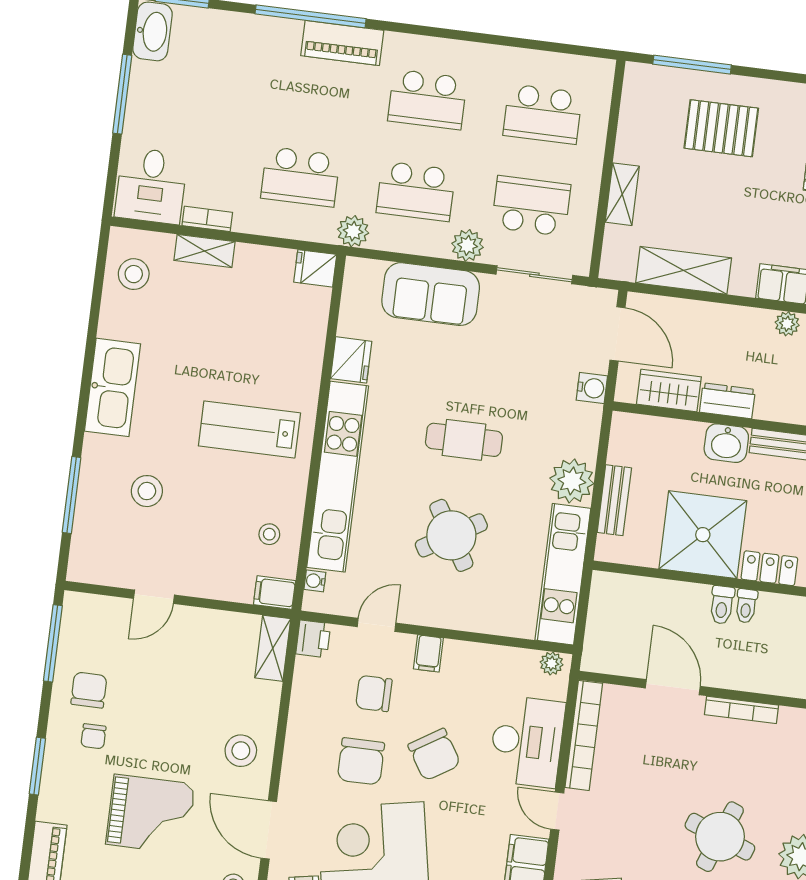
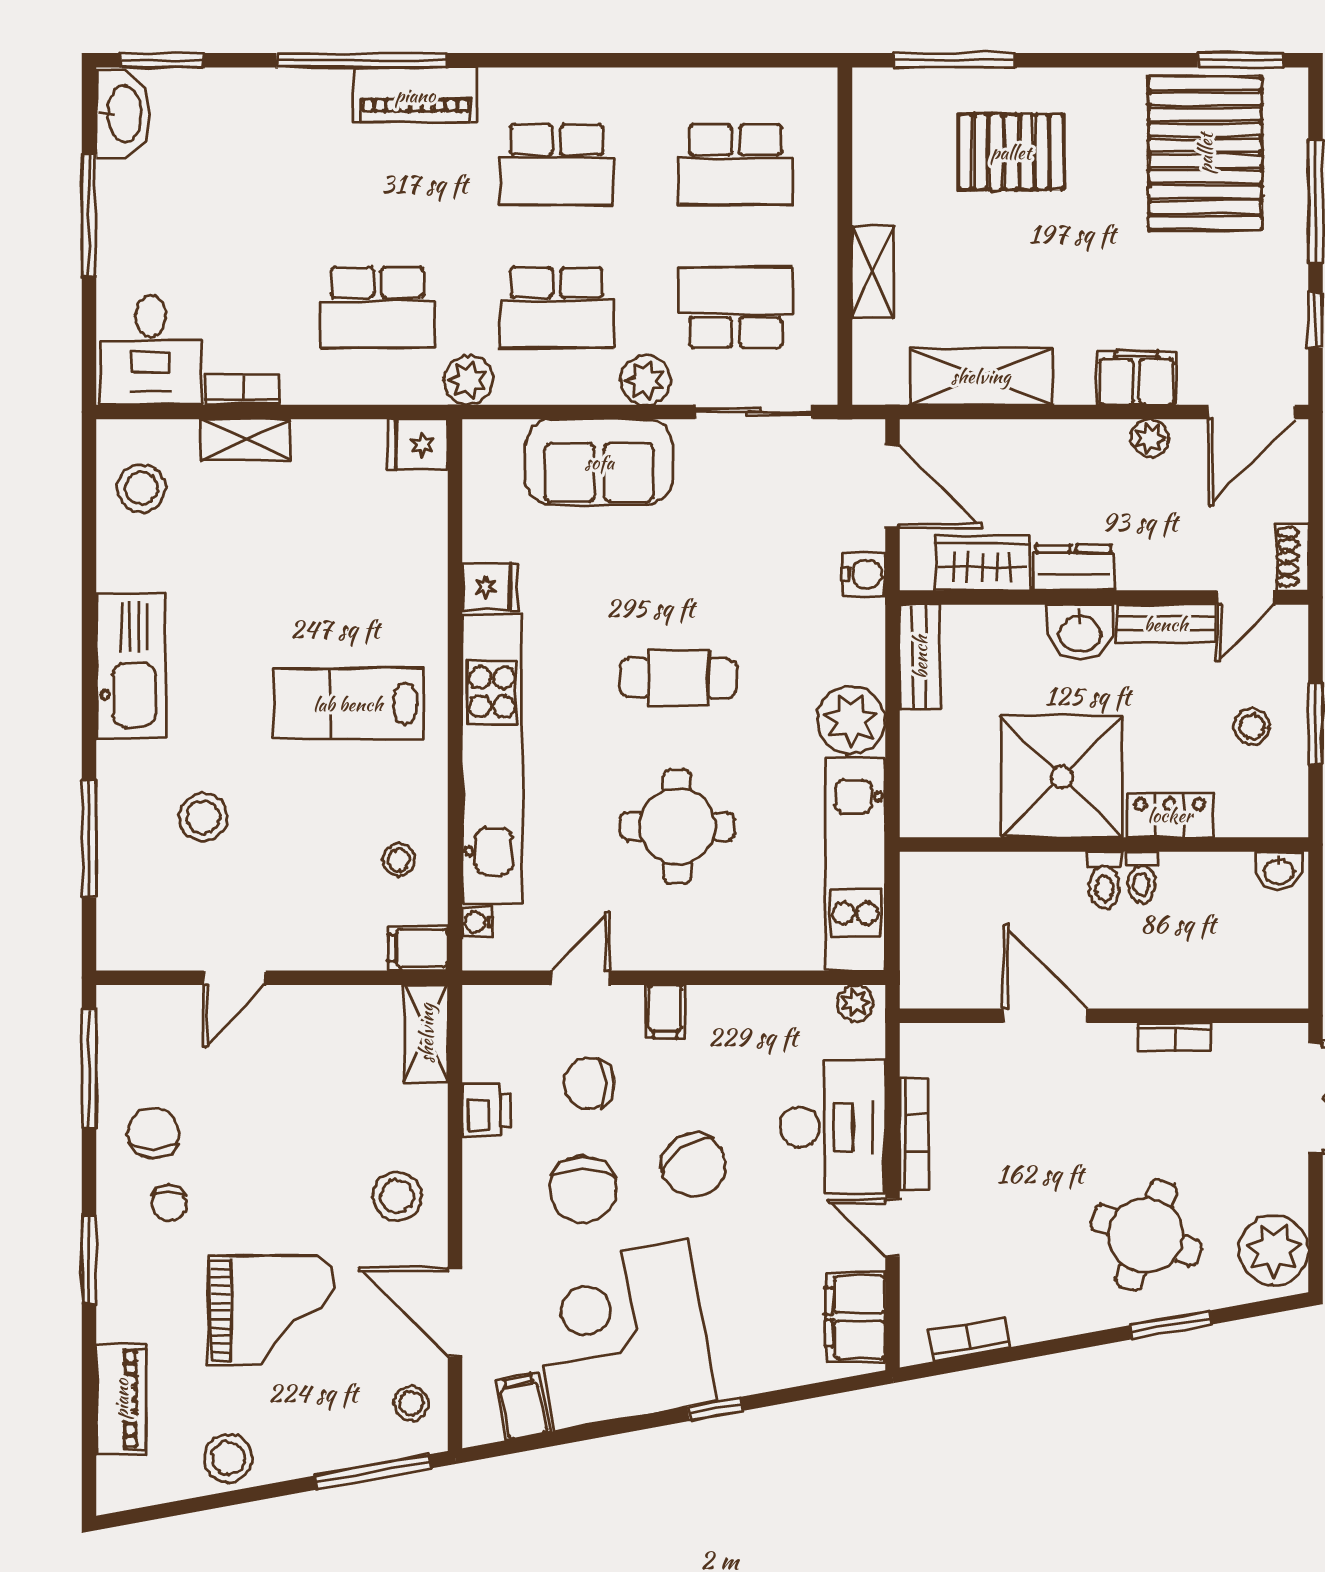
fridge: (351, 360) -> (490, 587), width x0.72
bench: (614, 500) -> (920, 657), moved
round table: (451, 535) -> (677, 826), turned 31
printer: (313, 639) -> (486, 1110), moved
bookcase: (741, 710) -> (1175, 1037), width x0.64
bookcase: (584, 735) -> (914, 1134), width x0.68, depth x0.76

